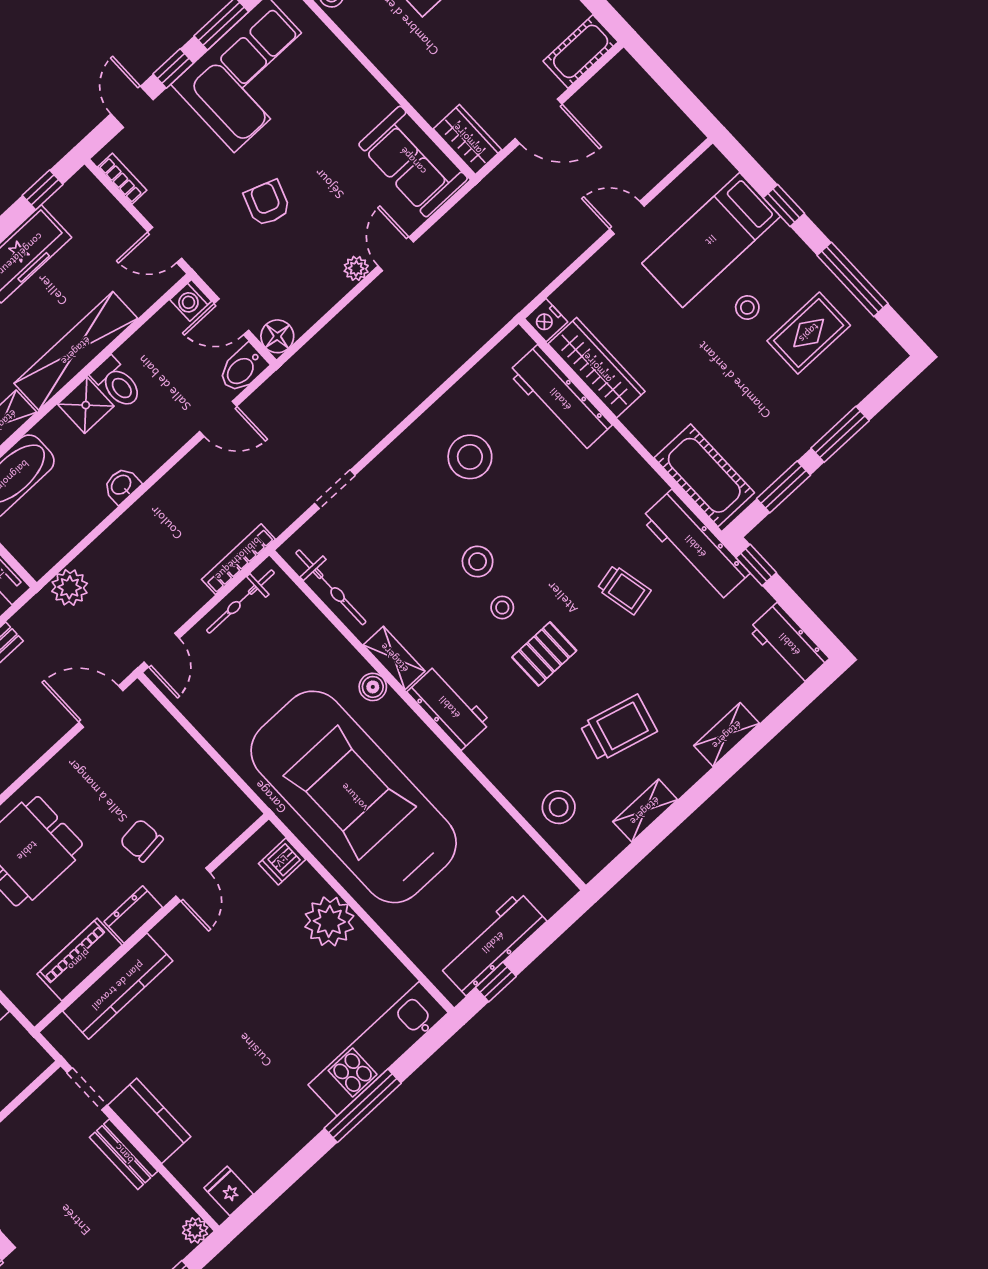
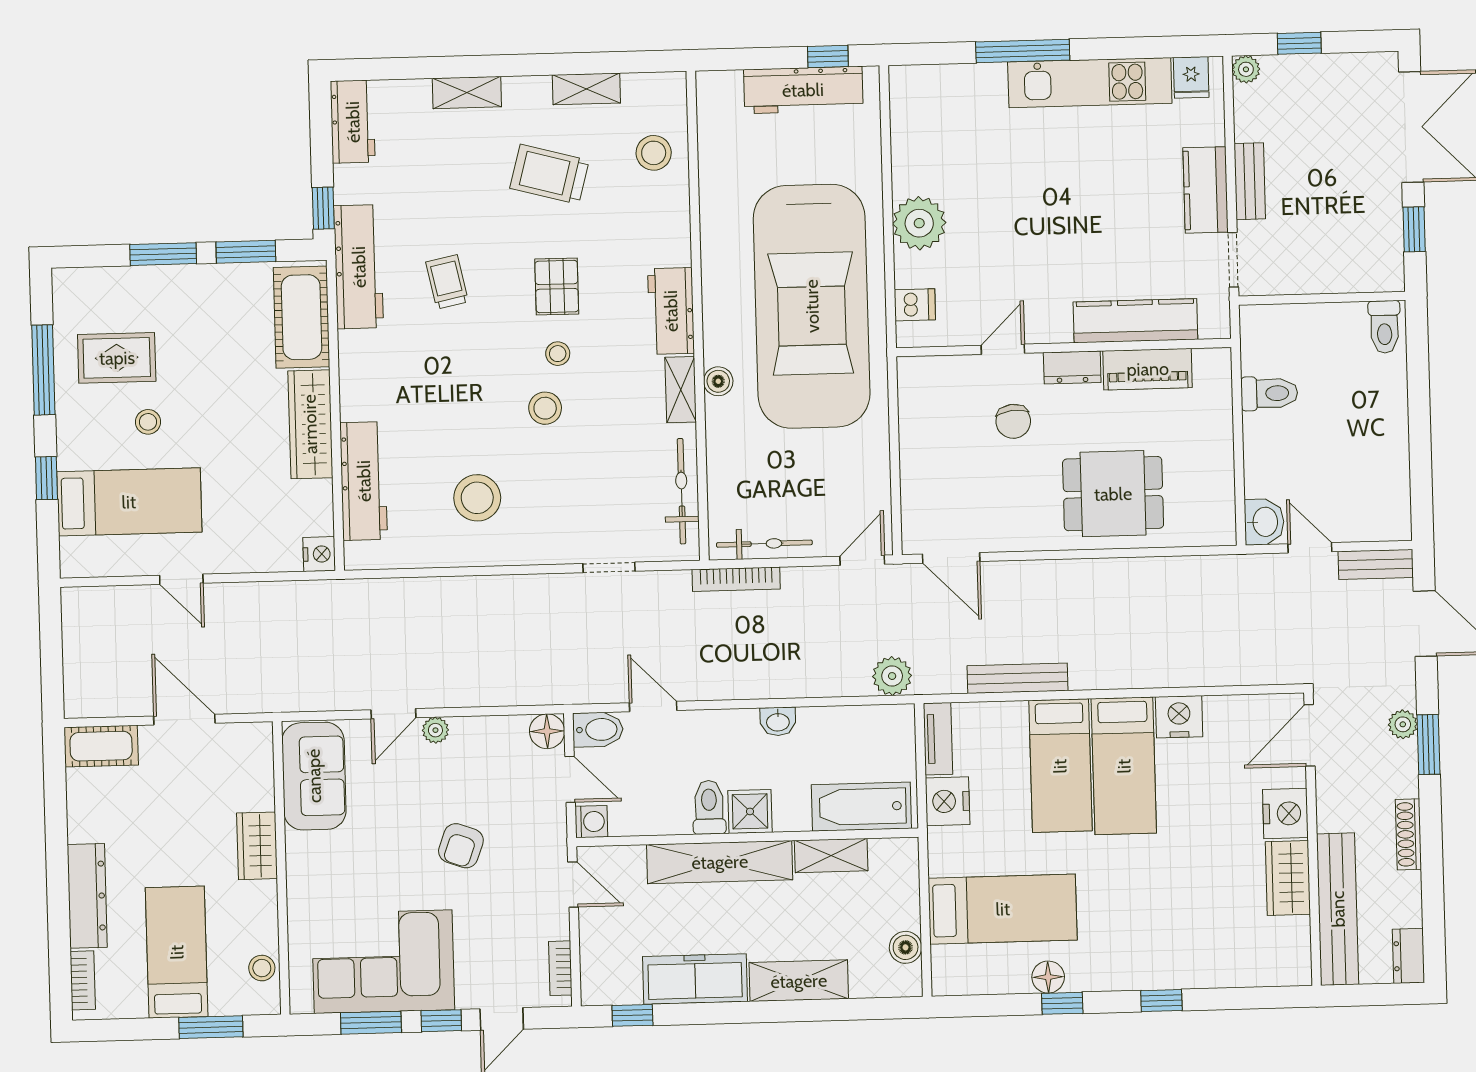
wardrobe: (467, 139) -> (257, 846), moved
wardrobe: (597, 368) -> (310, 424), moved
pallet: (544, 654) -> (557, 286), turned 90
kitchen unit: (378, 1049) -> (1090, 83), moved

